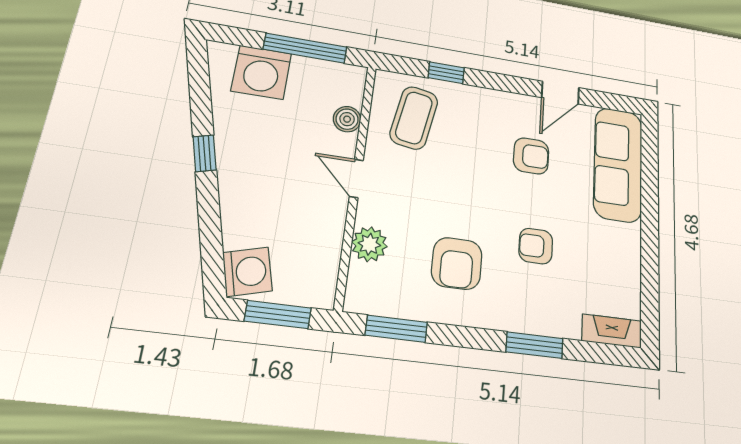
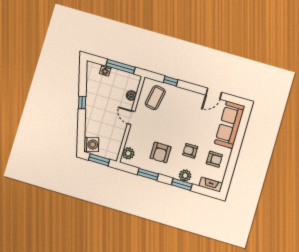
washing machine: (261, 72) -> (105, 70), width x0.53, depth x0.53
armchair: (531, 156) -> (214, 159), moved
plant: (369, 244) -> (128, 153), moved
plant: (538, 318) -> (185, 176), added
window: (396, 329) -> (148, 174), moved

